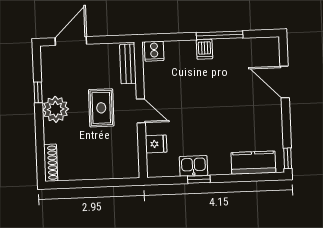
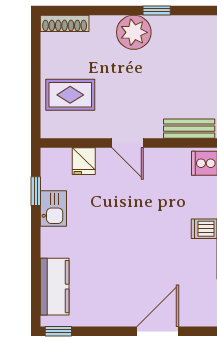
rug: (101, 108) -> (70, 95), moved
door: (141, 111) -> (128, 143), hinge flipped
window: (199, 179) -> (36, 191), moved

